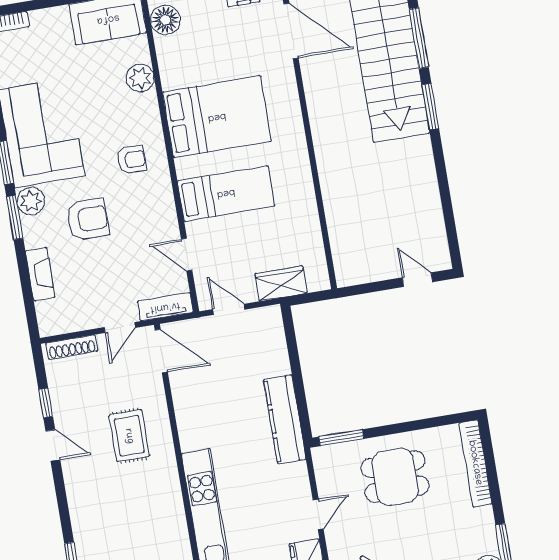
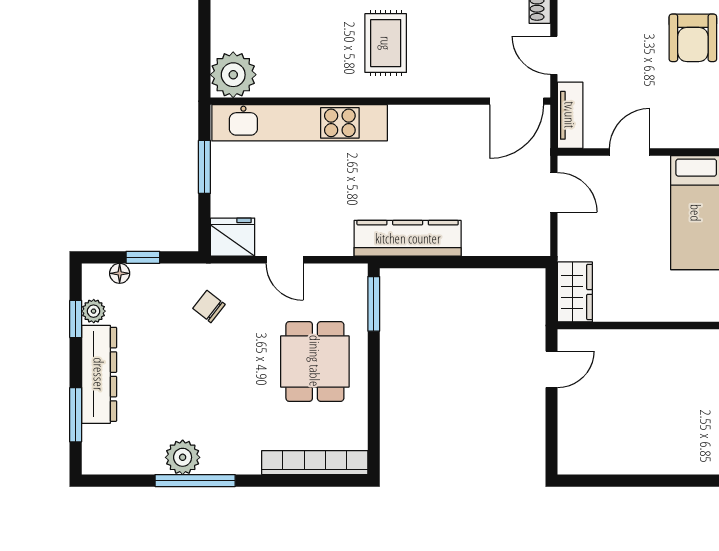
door: (417, 280) -> (551, 369), moved
wardrobe: (281, 283) -> (575, 292), moved
door: (229, 309) -> (554, 192), hinge flipped
rug: (129, 436) -> (386, 43), moved, turned 90

